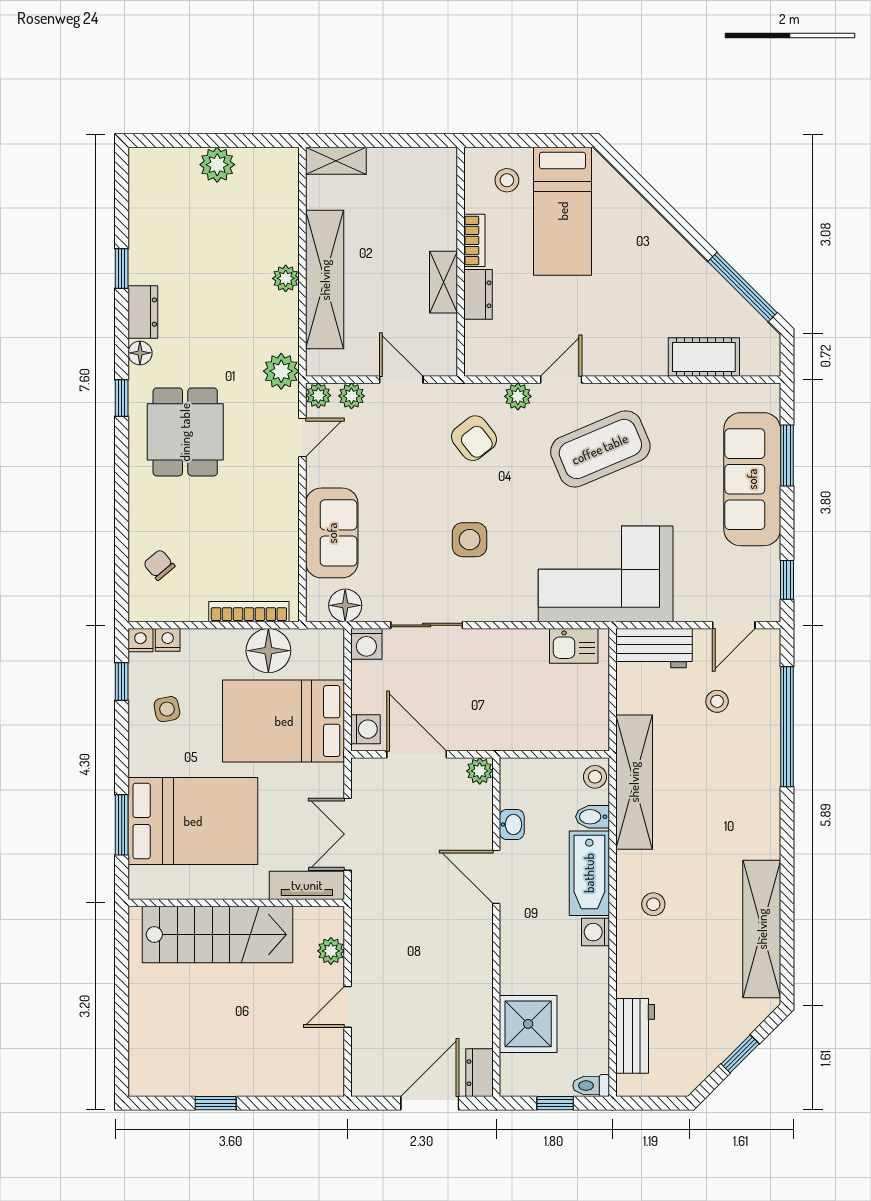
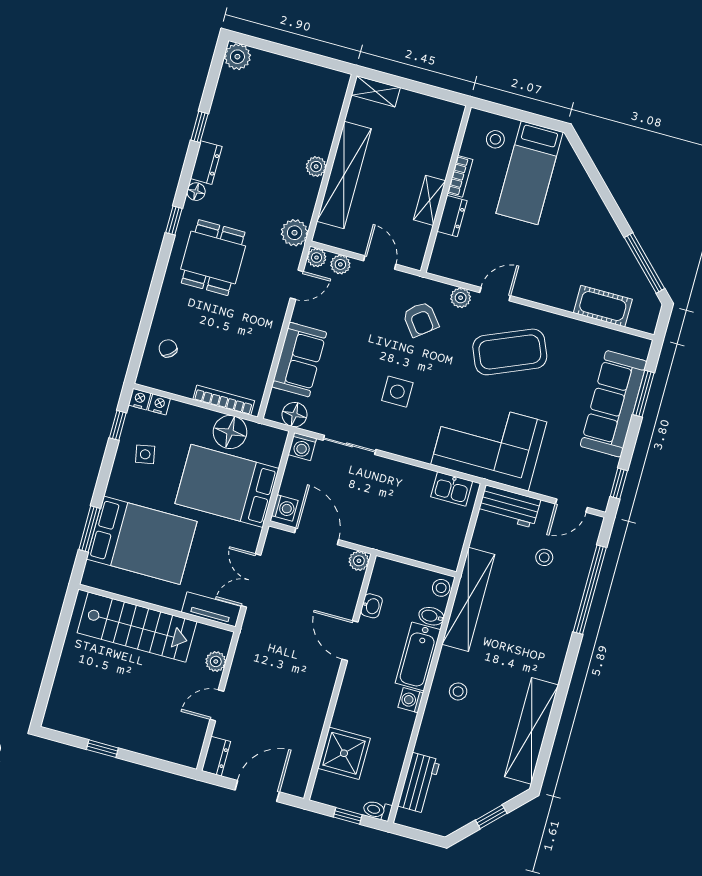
plant: (217, 165) -> (237, 57), moved
dresser: (479, 1073) -> (216, 756), moved, turned 180

